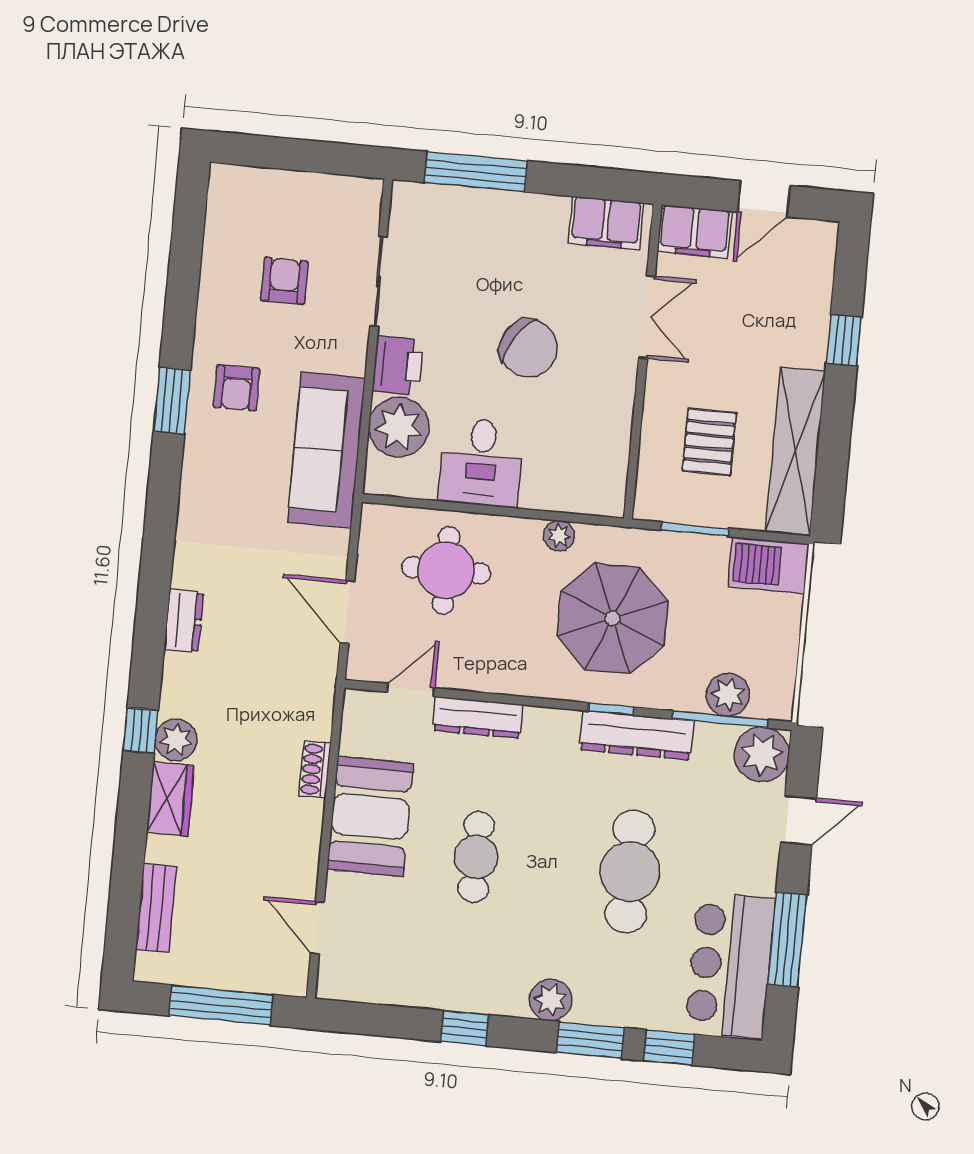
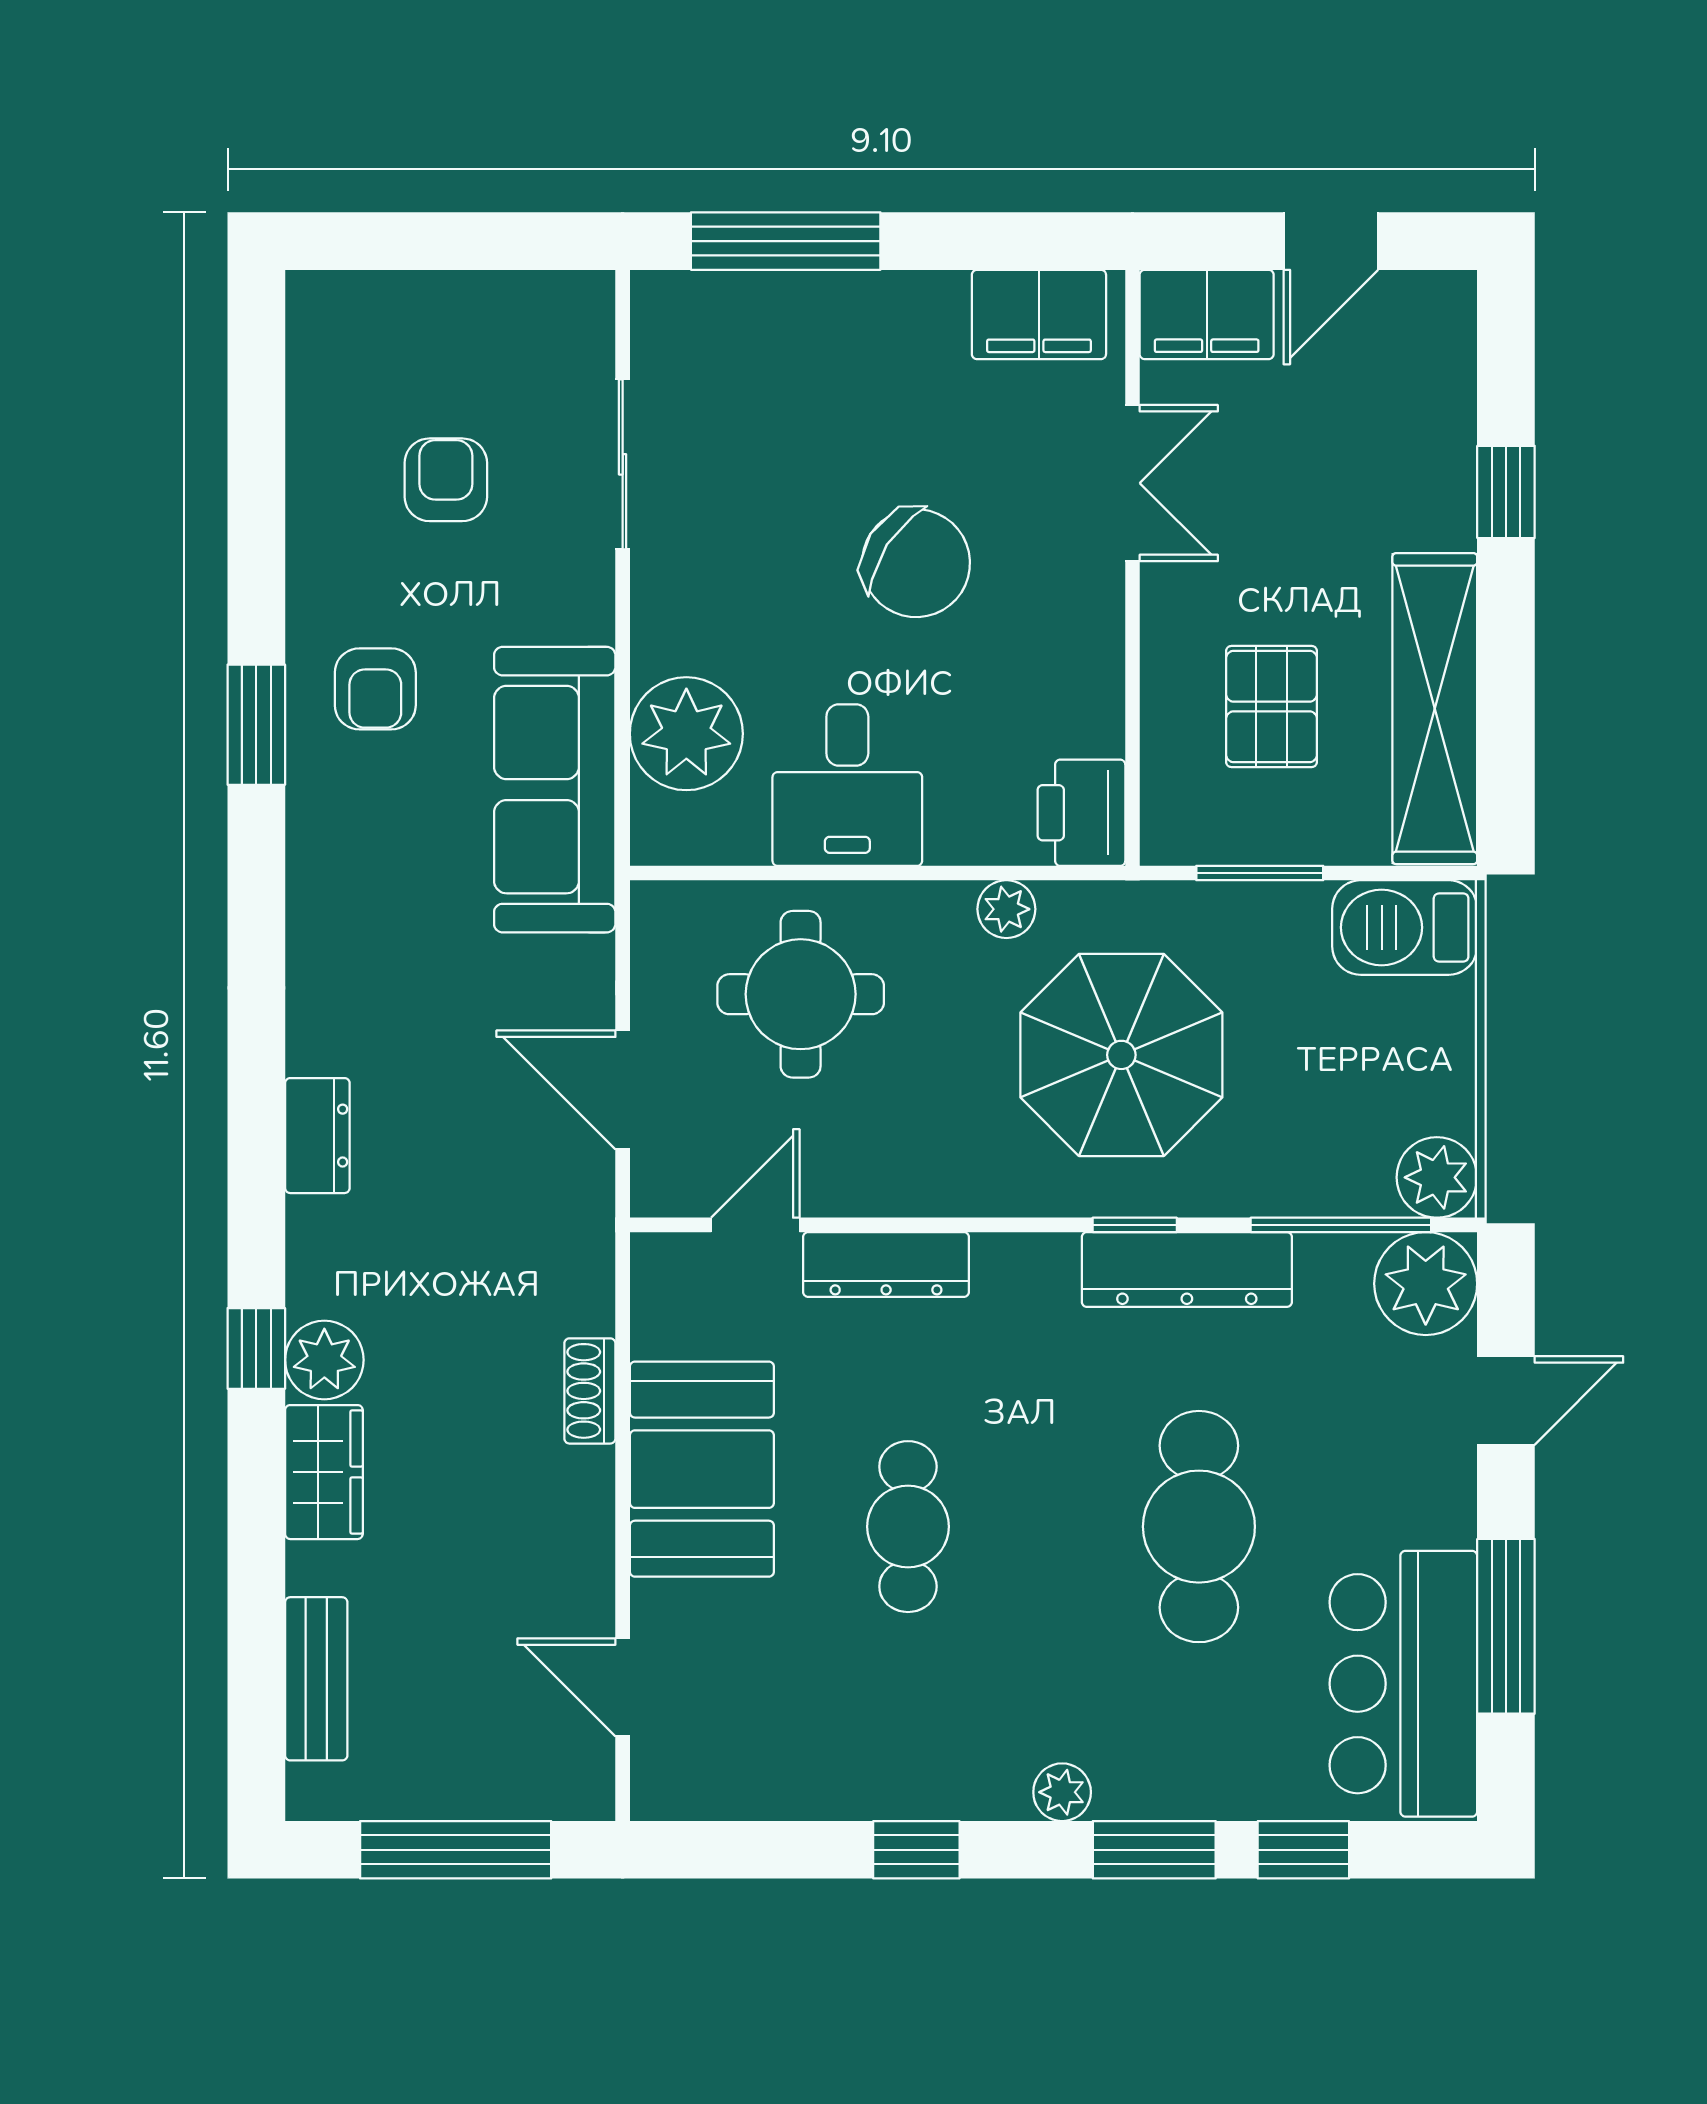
printer: (398, 365) -> (1081, 813), moved, turned 180
plant: (728, 695) -> (1437, 1177), moved
plant: (551, 1000) -> (1062, 1792), width x0.73, depth x0.73

